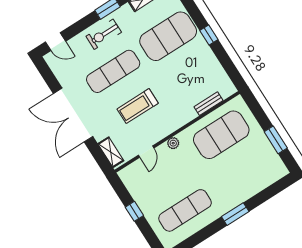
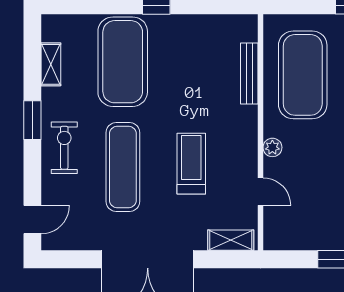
exercise bike: (104, 34) -> (64, 148), turned 180
bench: (208, 104) -> (249, 73), width x1.36
treadmill: (138, 106) -> (191, 164), turned 180

